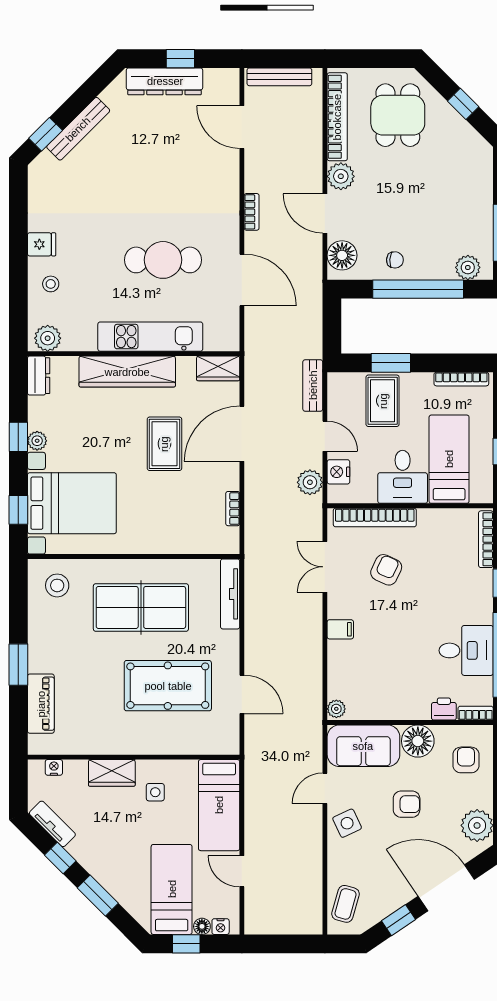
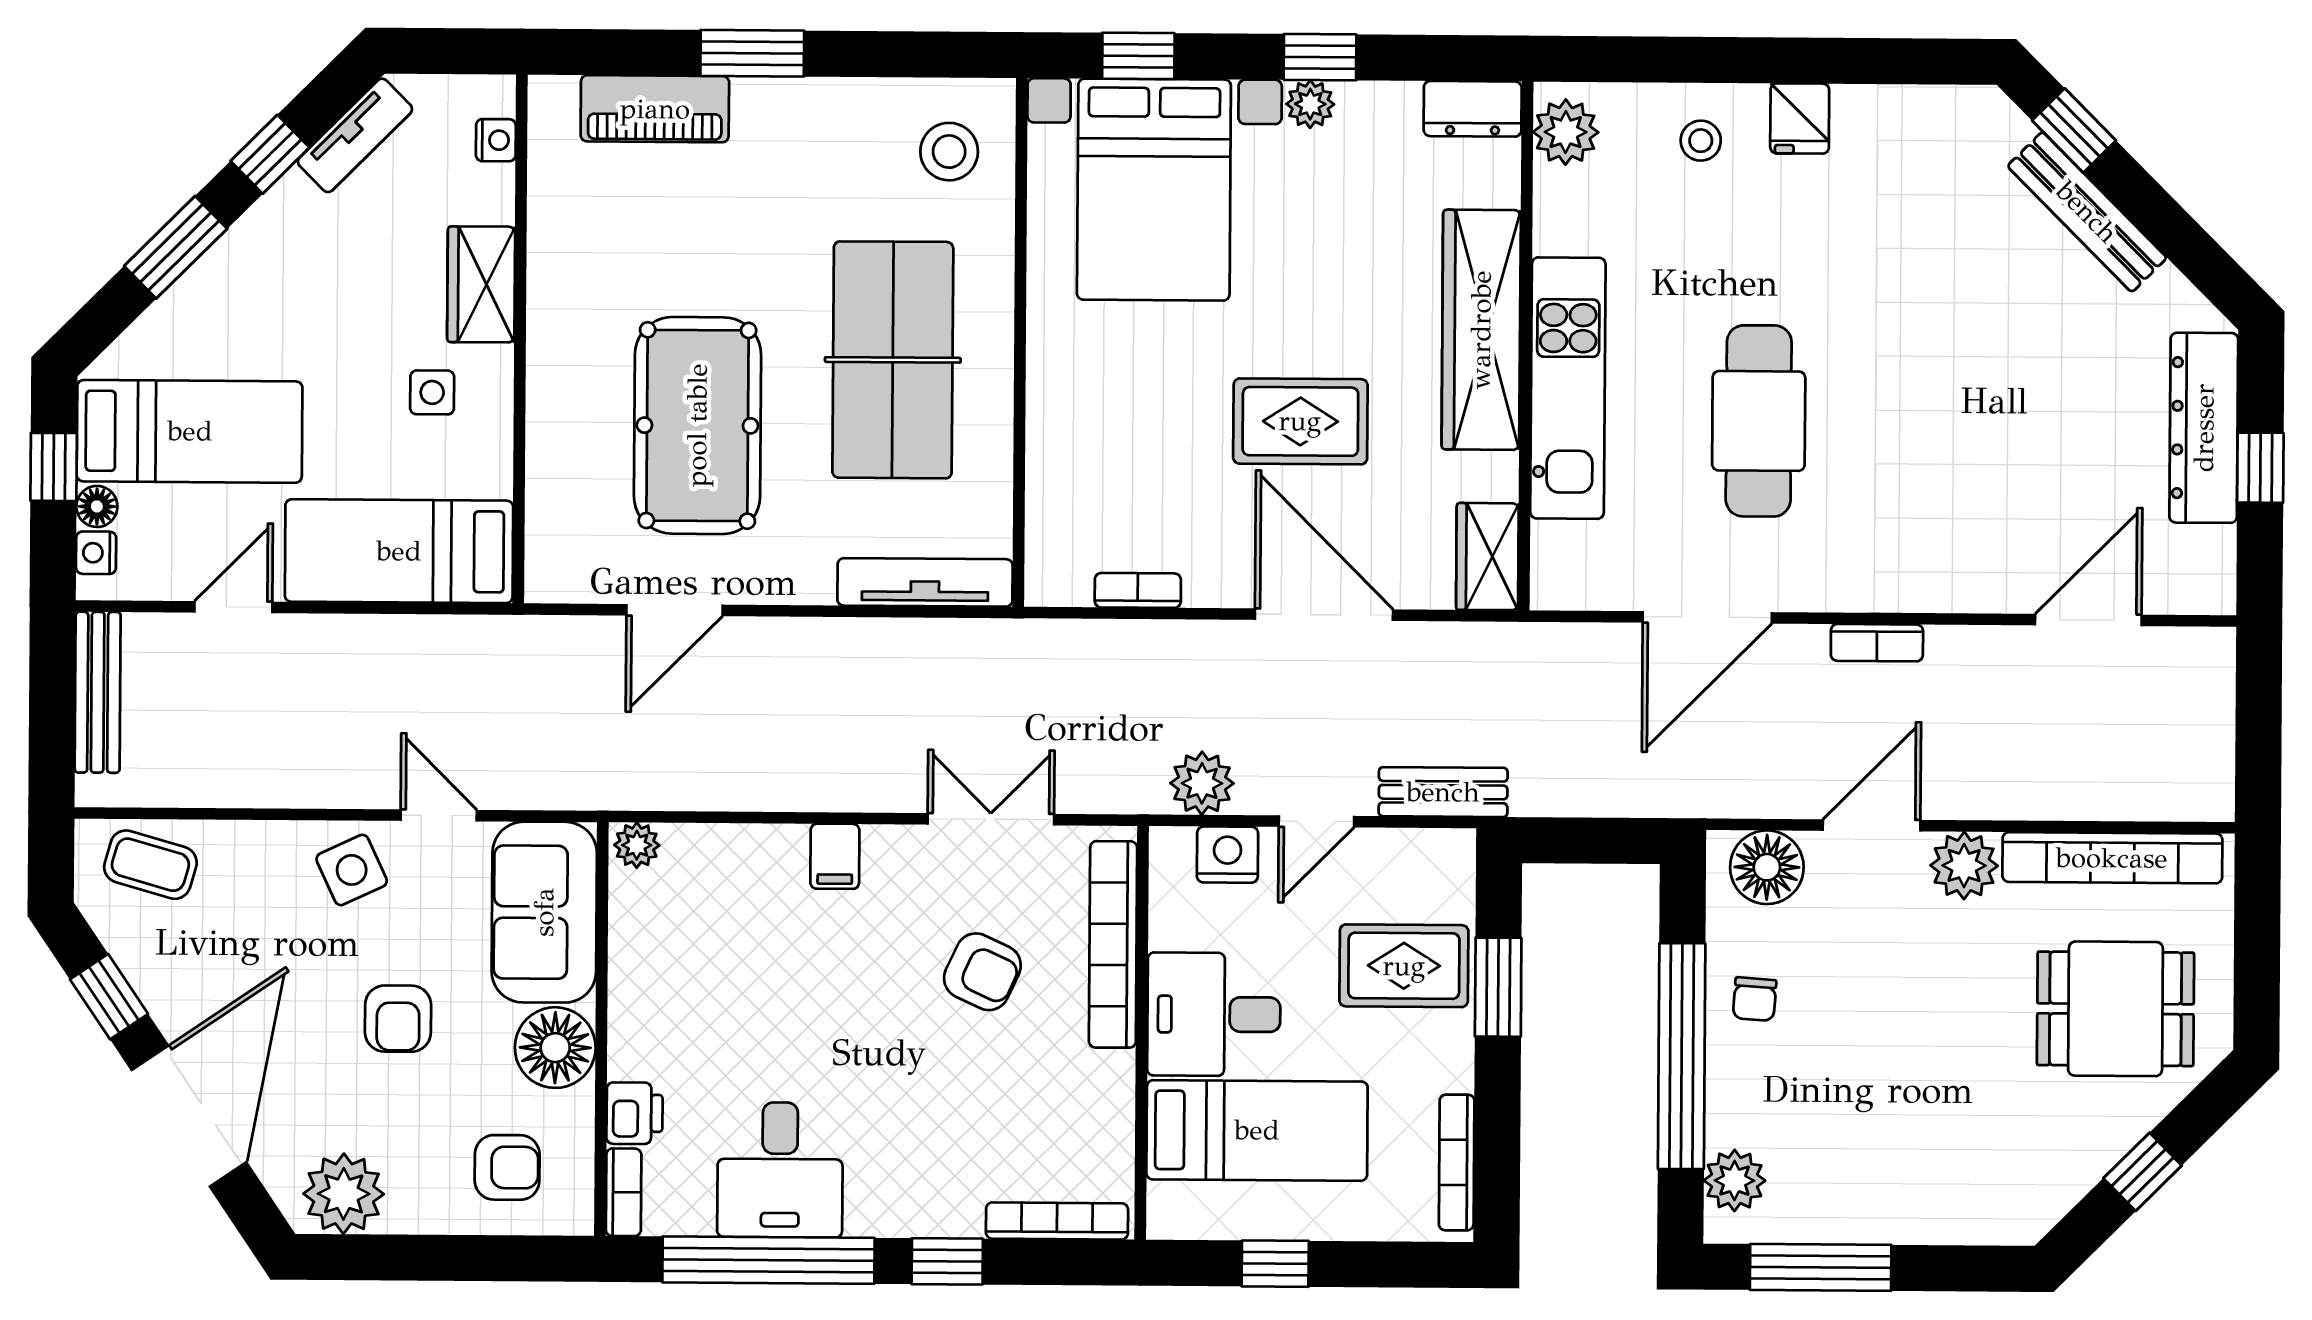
bench: (279, 77) -> (98, 692), moved

